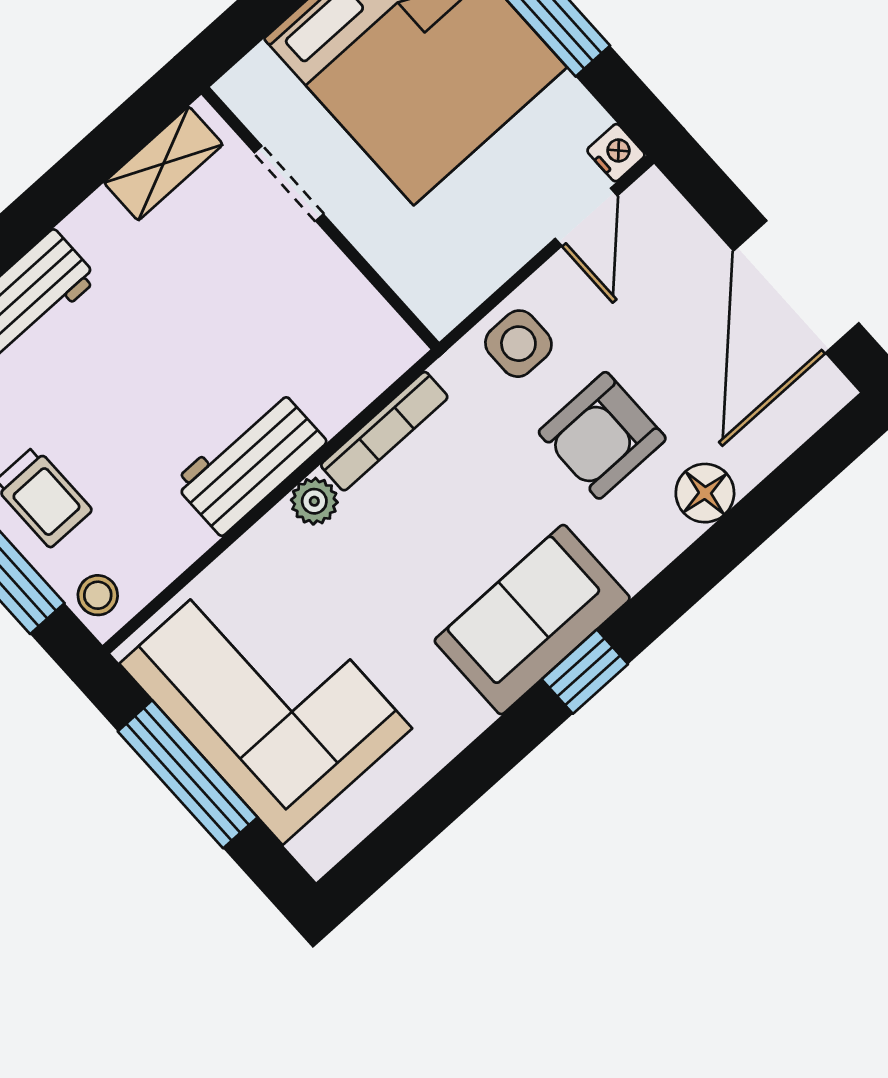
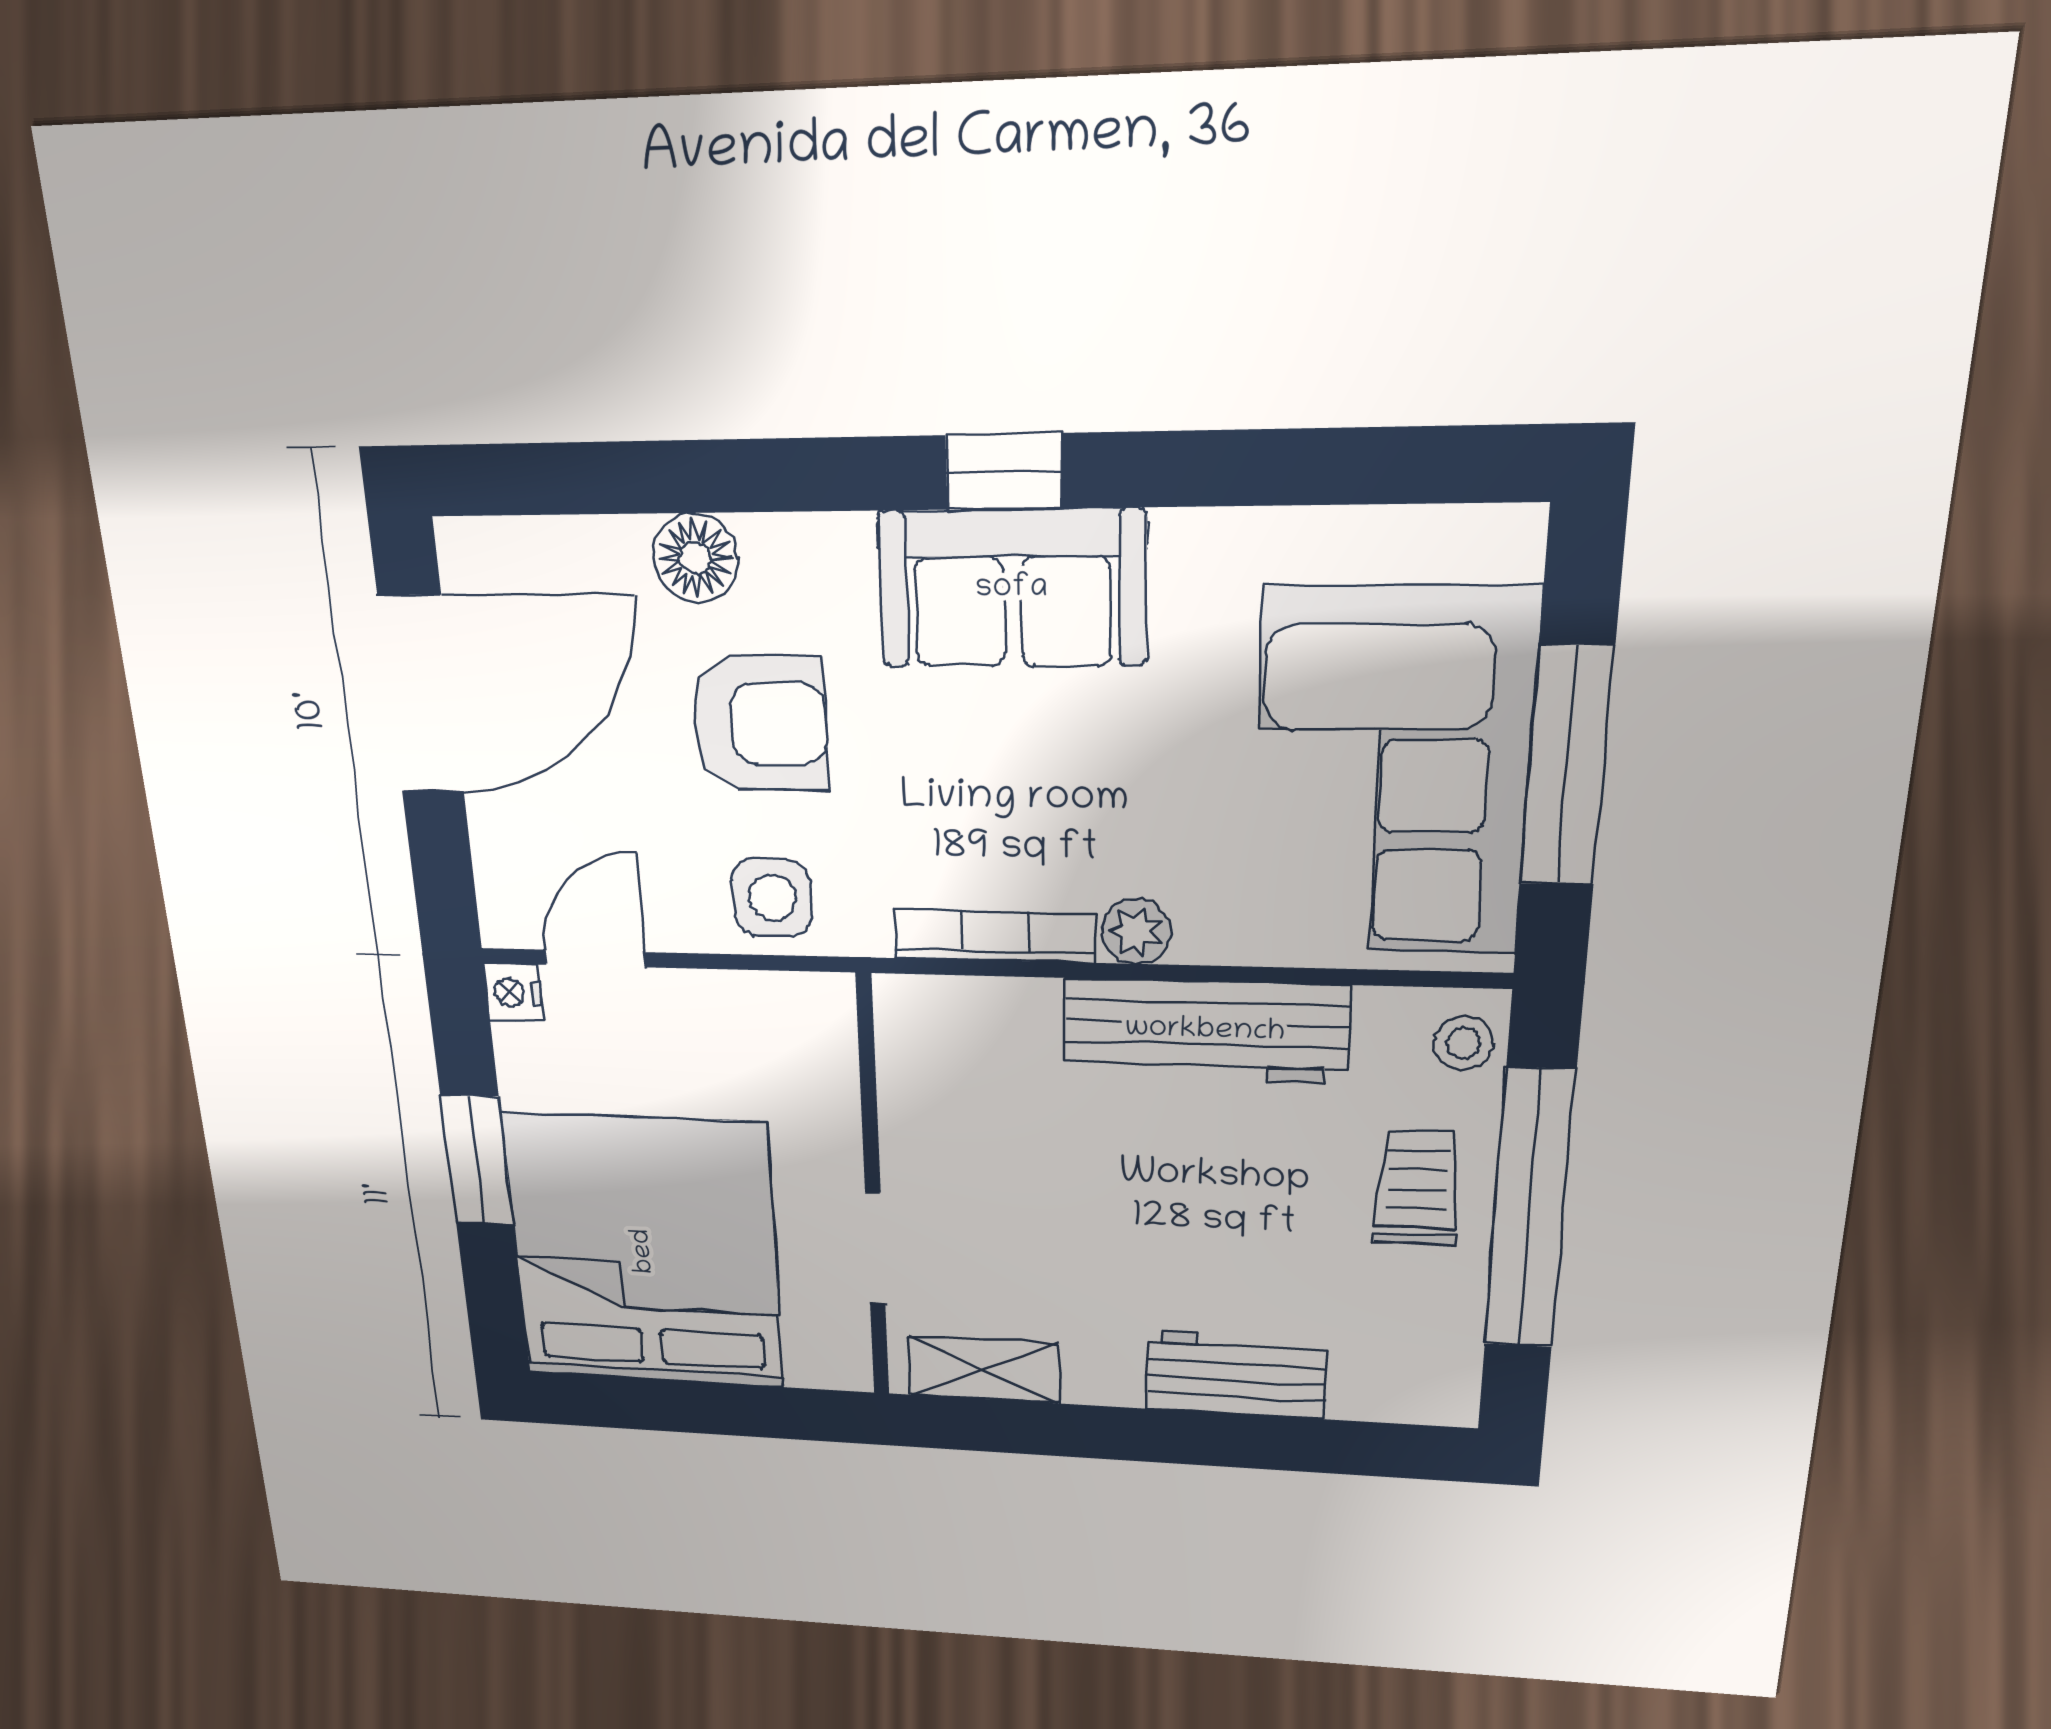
workbench: (250, 462) -> (1205, 1031), width x1.38

